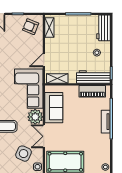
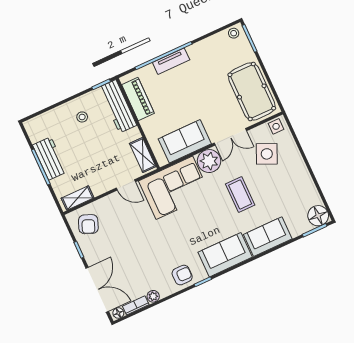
workbench: (104, 28) -> (50, 158), moved, turned -90

